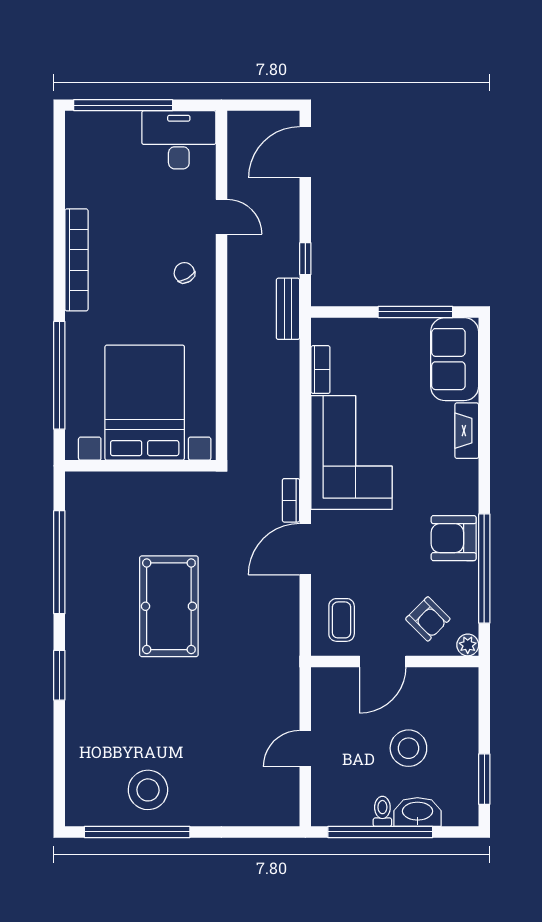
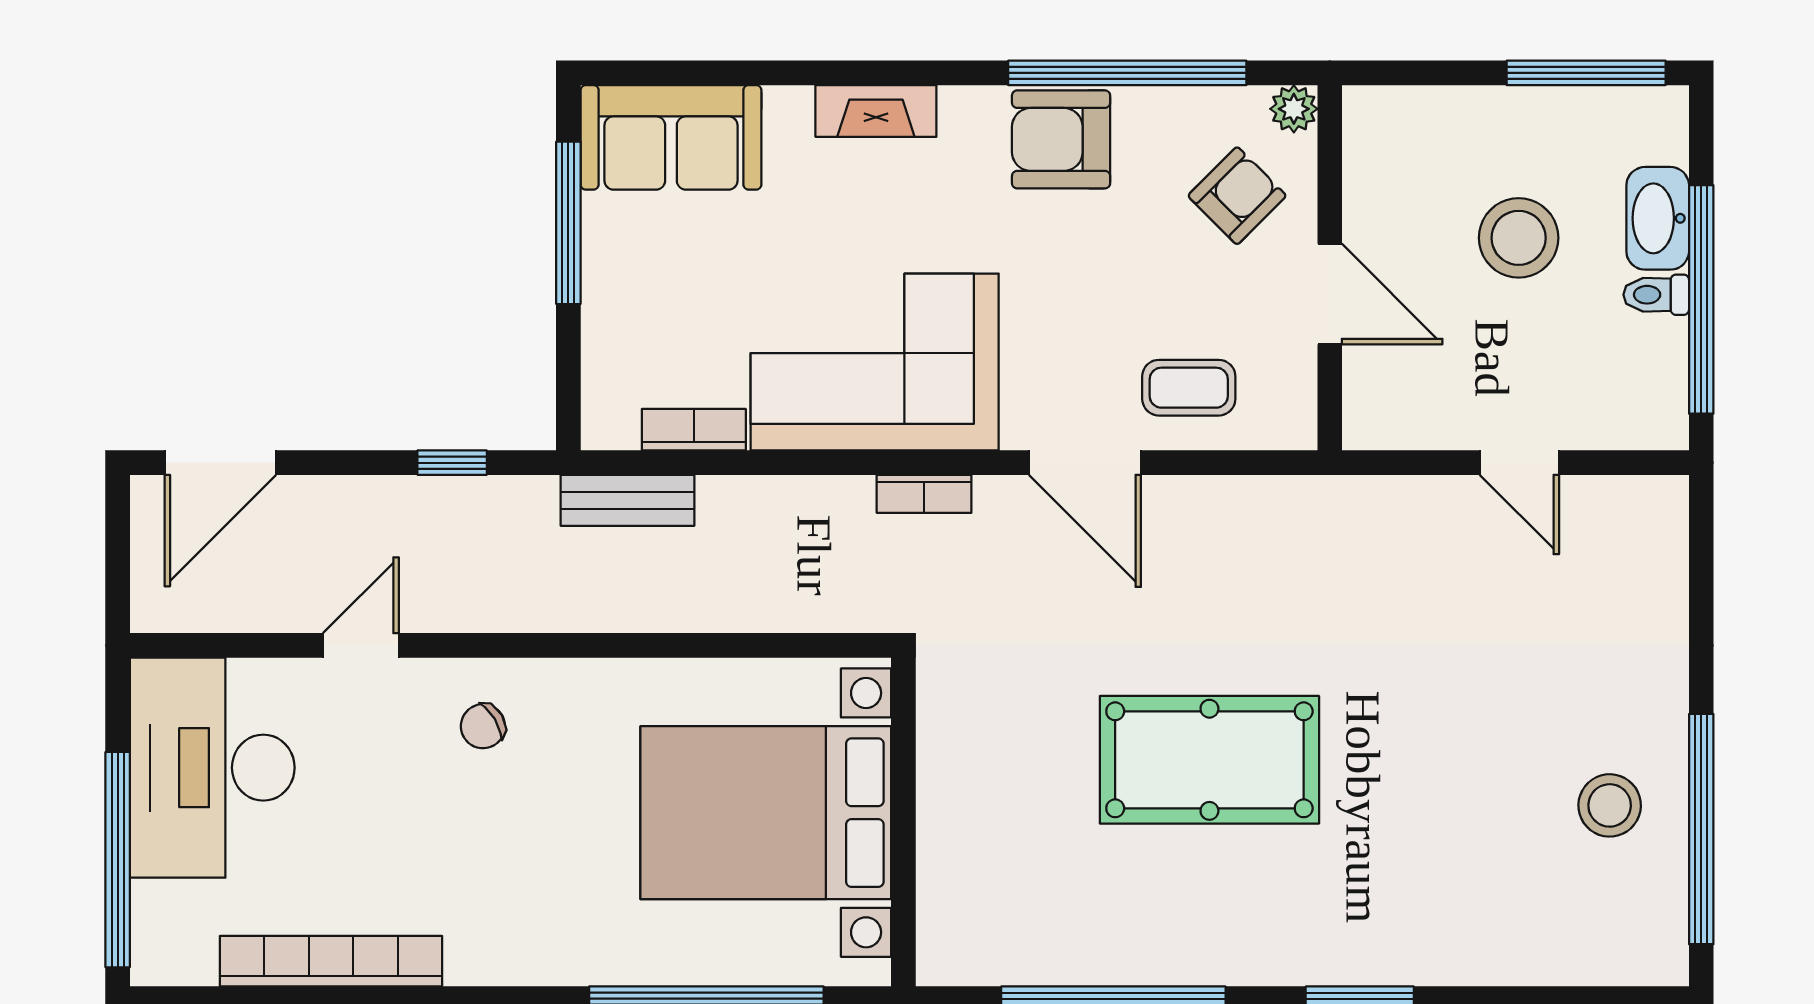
desk: (179, 140) -> (212, 768), width x1.36, depth x1.30
door: (305, 152) -> (220, 463), hinge flipped
bookcase: (76, 260) -> (331, 961), moved
bench: (288, 309) -> (628, 500), moved
fireplace: (467, 431) -> (876, 111), moved
bookcase: (291, 500) -> (924, 494), moved
armchair: (454, 538) -> (1061, 139), turned 90
coffee table: (342, 620) -> (1189, 388), moved
window: (484, 779) -> (1586, 73), width x1.44
stool: (148, 790) -> (1610, 805), width x0.73, depth x0.73

